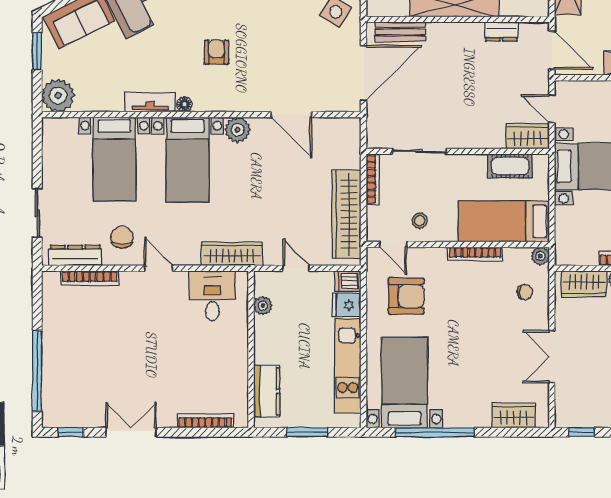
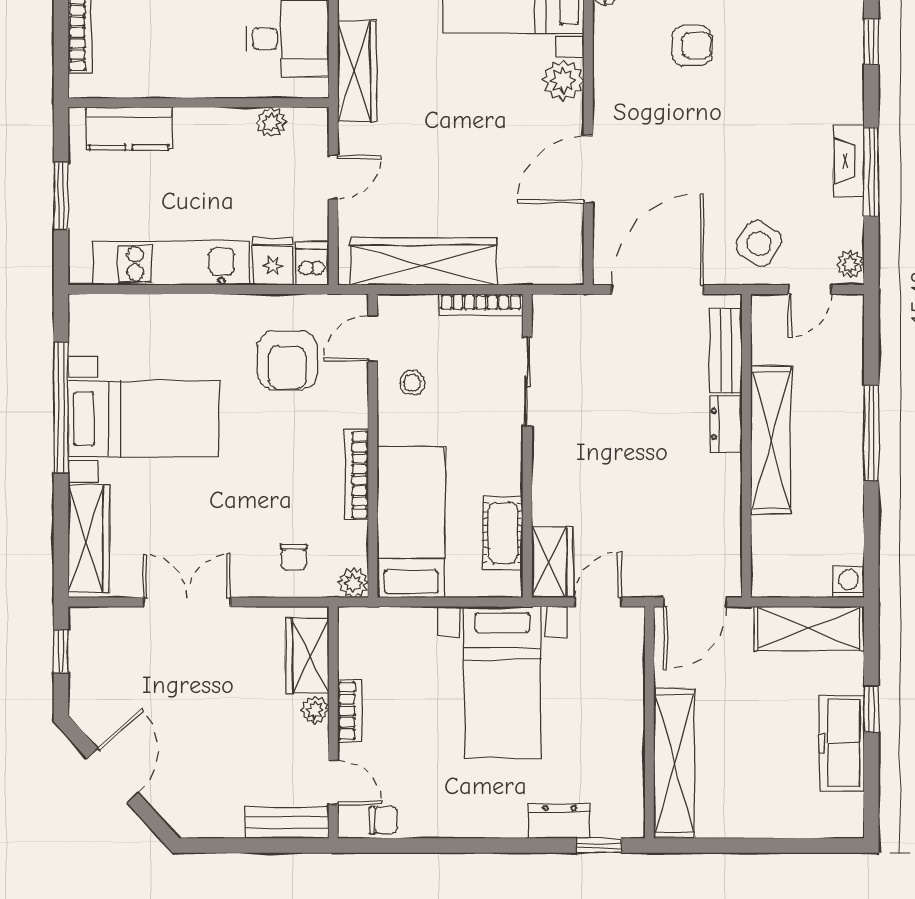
dresser: (501, 32) -> (726, 424), moved
door: (364, 73) -> (658, 290), swing flipped
bed with nightstands: (405, 383) -> (143, 419), moved
wardrobe: (514, 416) -> (89, 539), width x1.50

